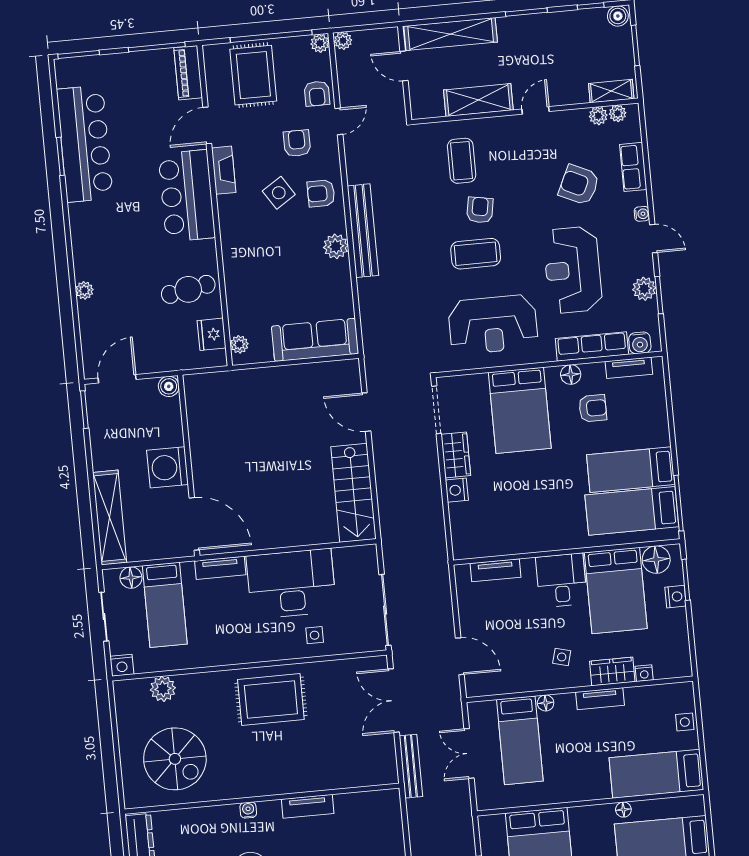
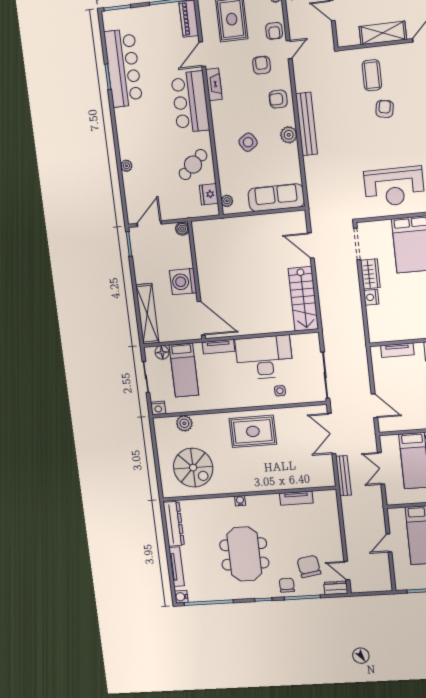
side table: (279, 193) -> (248, 142), moved
coffee table: (476, 254) -> (382, 139), removed
cafe table: (188, 289) -> (193, 165), turned -32
tv unit: (308, 806) -> (296, 498), moved

